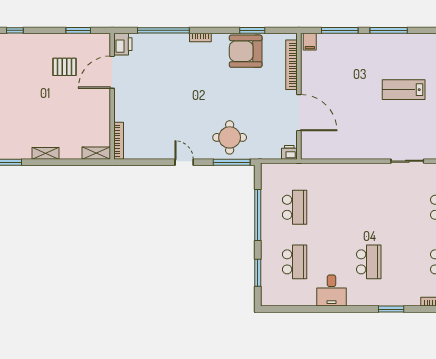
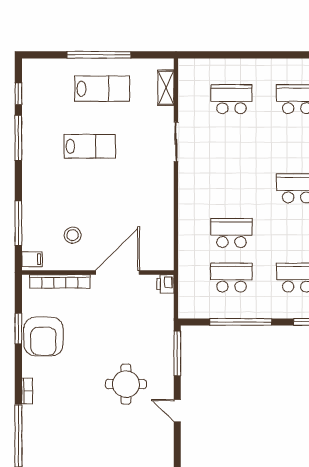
window: (389, 30) -> (18, 138), moved
stool: (330, 75) -> (73, 235), added
lab bench: (404, 90) -> (90, 146), turned -90
round table: (230, 137) -> (126, 384), moved
door: (184, 162) -> (177, 411), hinge flipped
school desk: (332, 207) -> (231, 233), added

